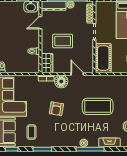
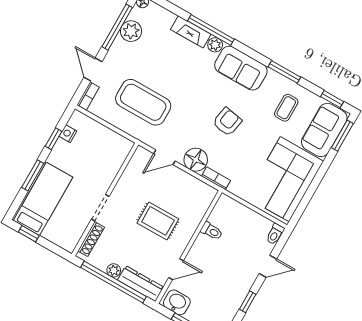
cot: (103, 58) -> (110, 159), removed
wardrobe: (47, 63) -> (201, 201), removed
door: (77, 74) -> (164, 157), hinge flipped
coffee table: (98, 106) -> (143, 102), moved
sofa: (65, 139) -> (241, 68), added
fireplace: (109, 142) -> (191, 32), moved

